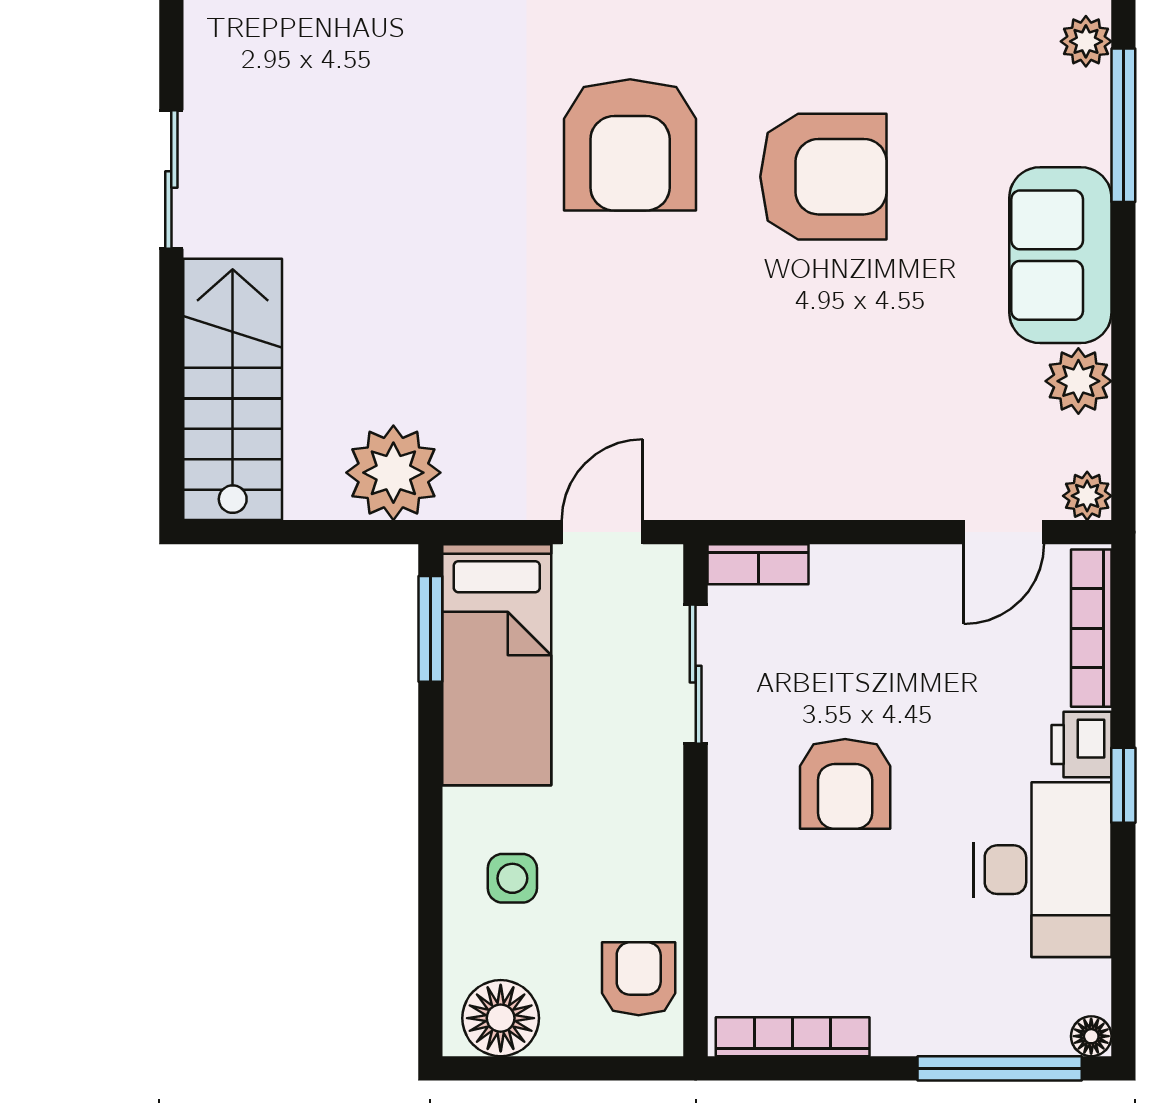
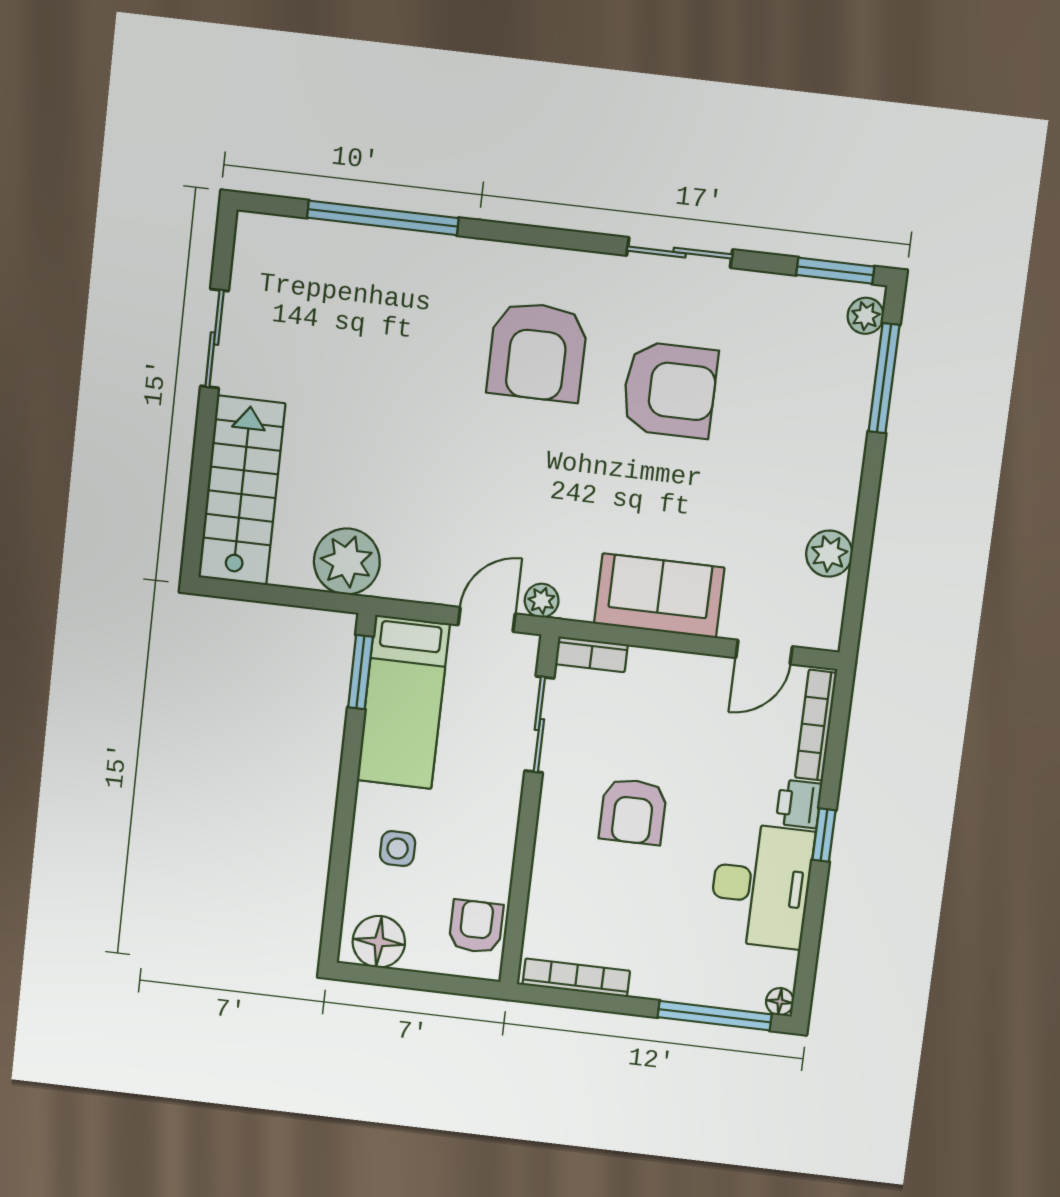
sofa: (1060, 255) -> (659, 596), moved, turned 90
plant: (1087, 496) -> (542, 601), moved

